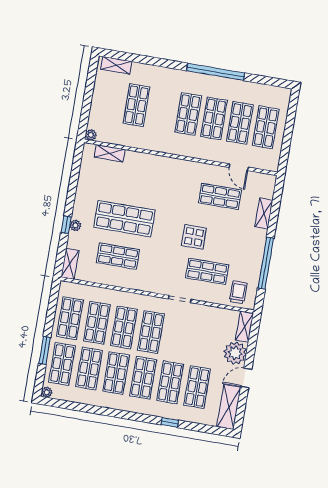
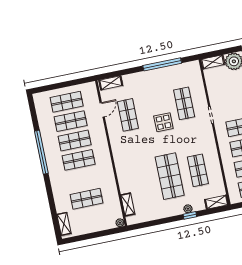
shelving: (264, 213) -> (111, 83), moved
trolley: (238, 292) -> (190, 76), removed

